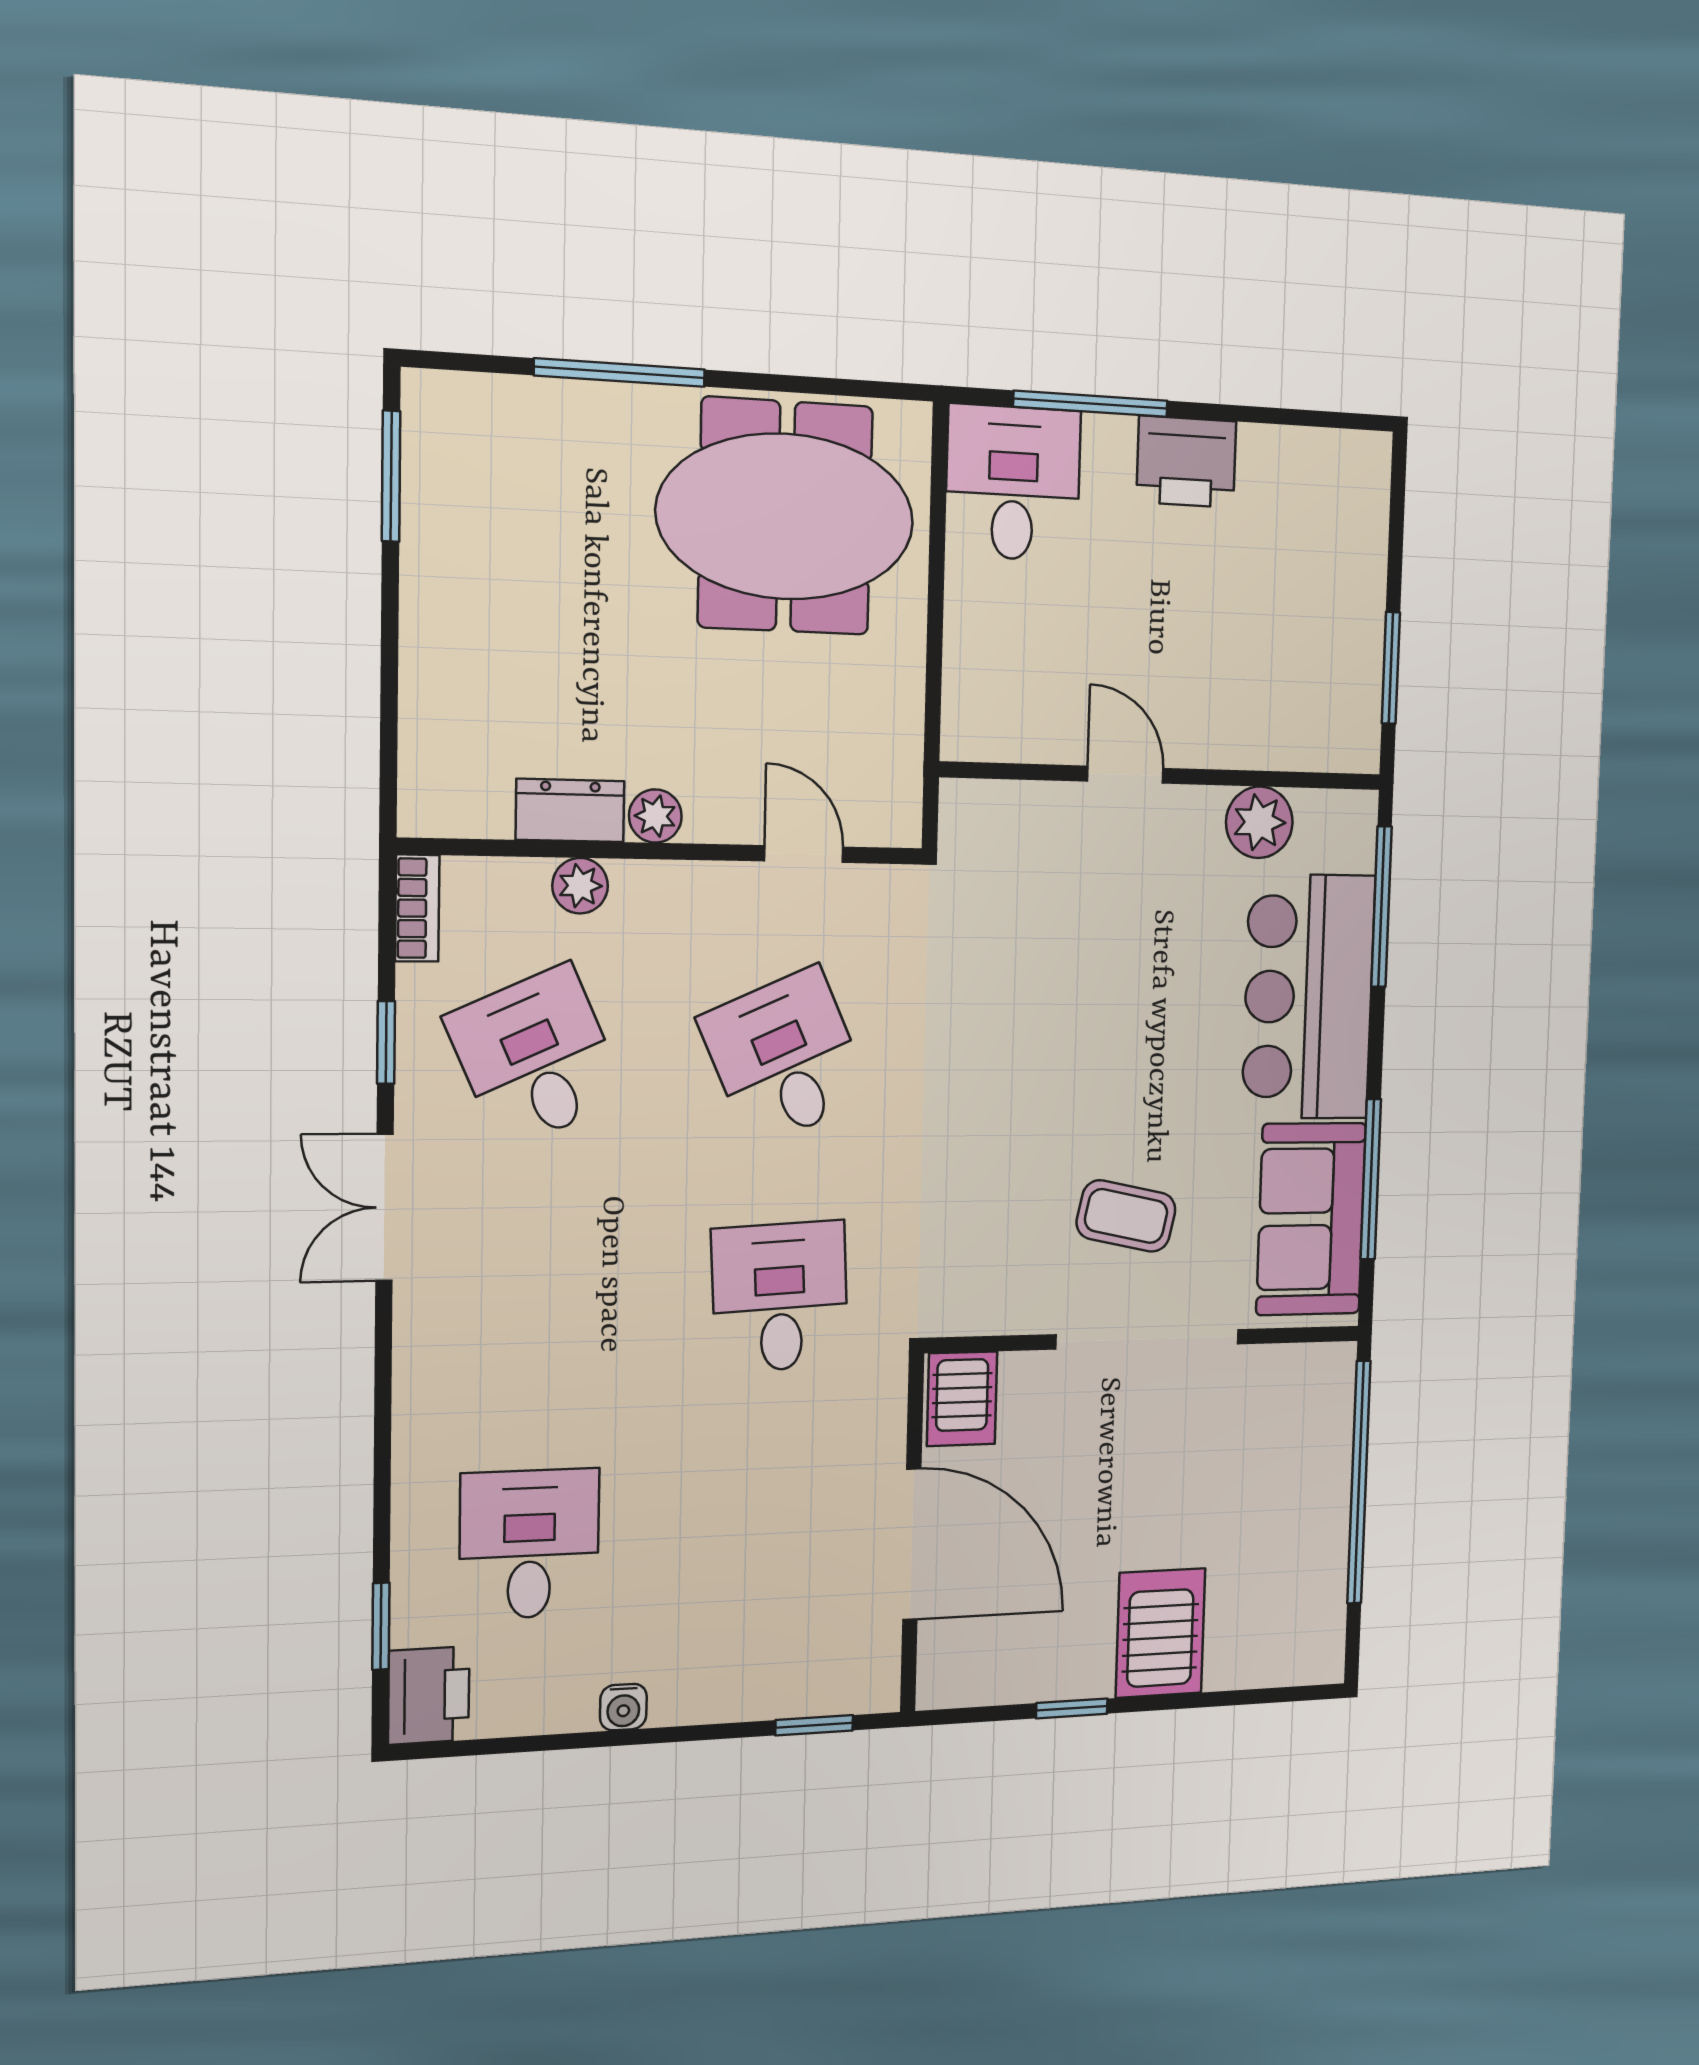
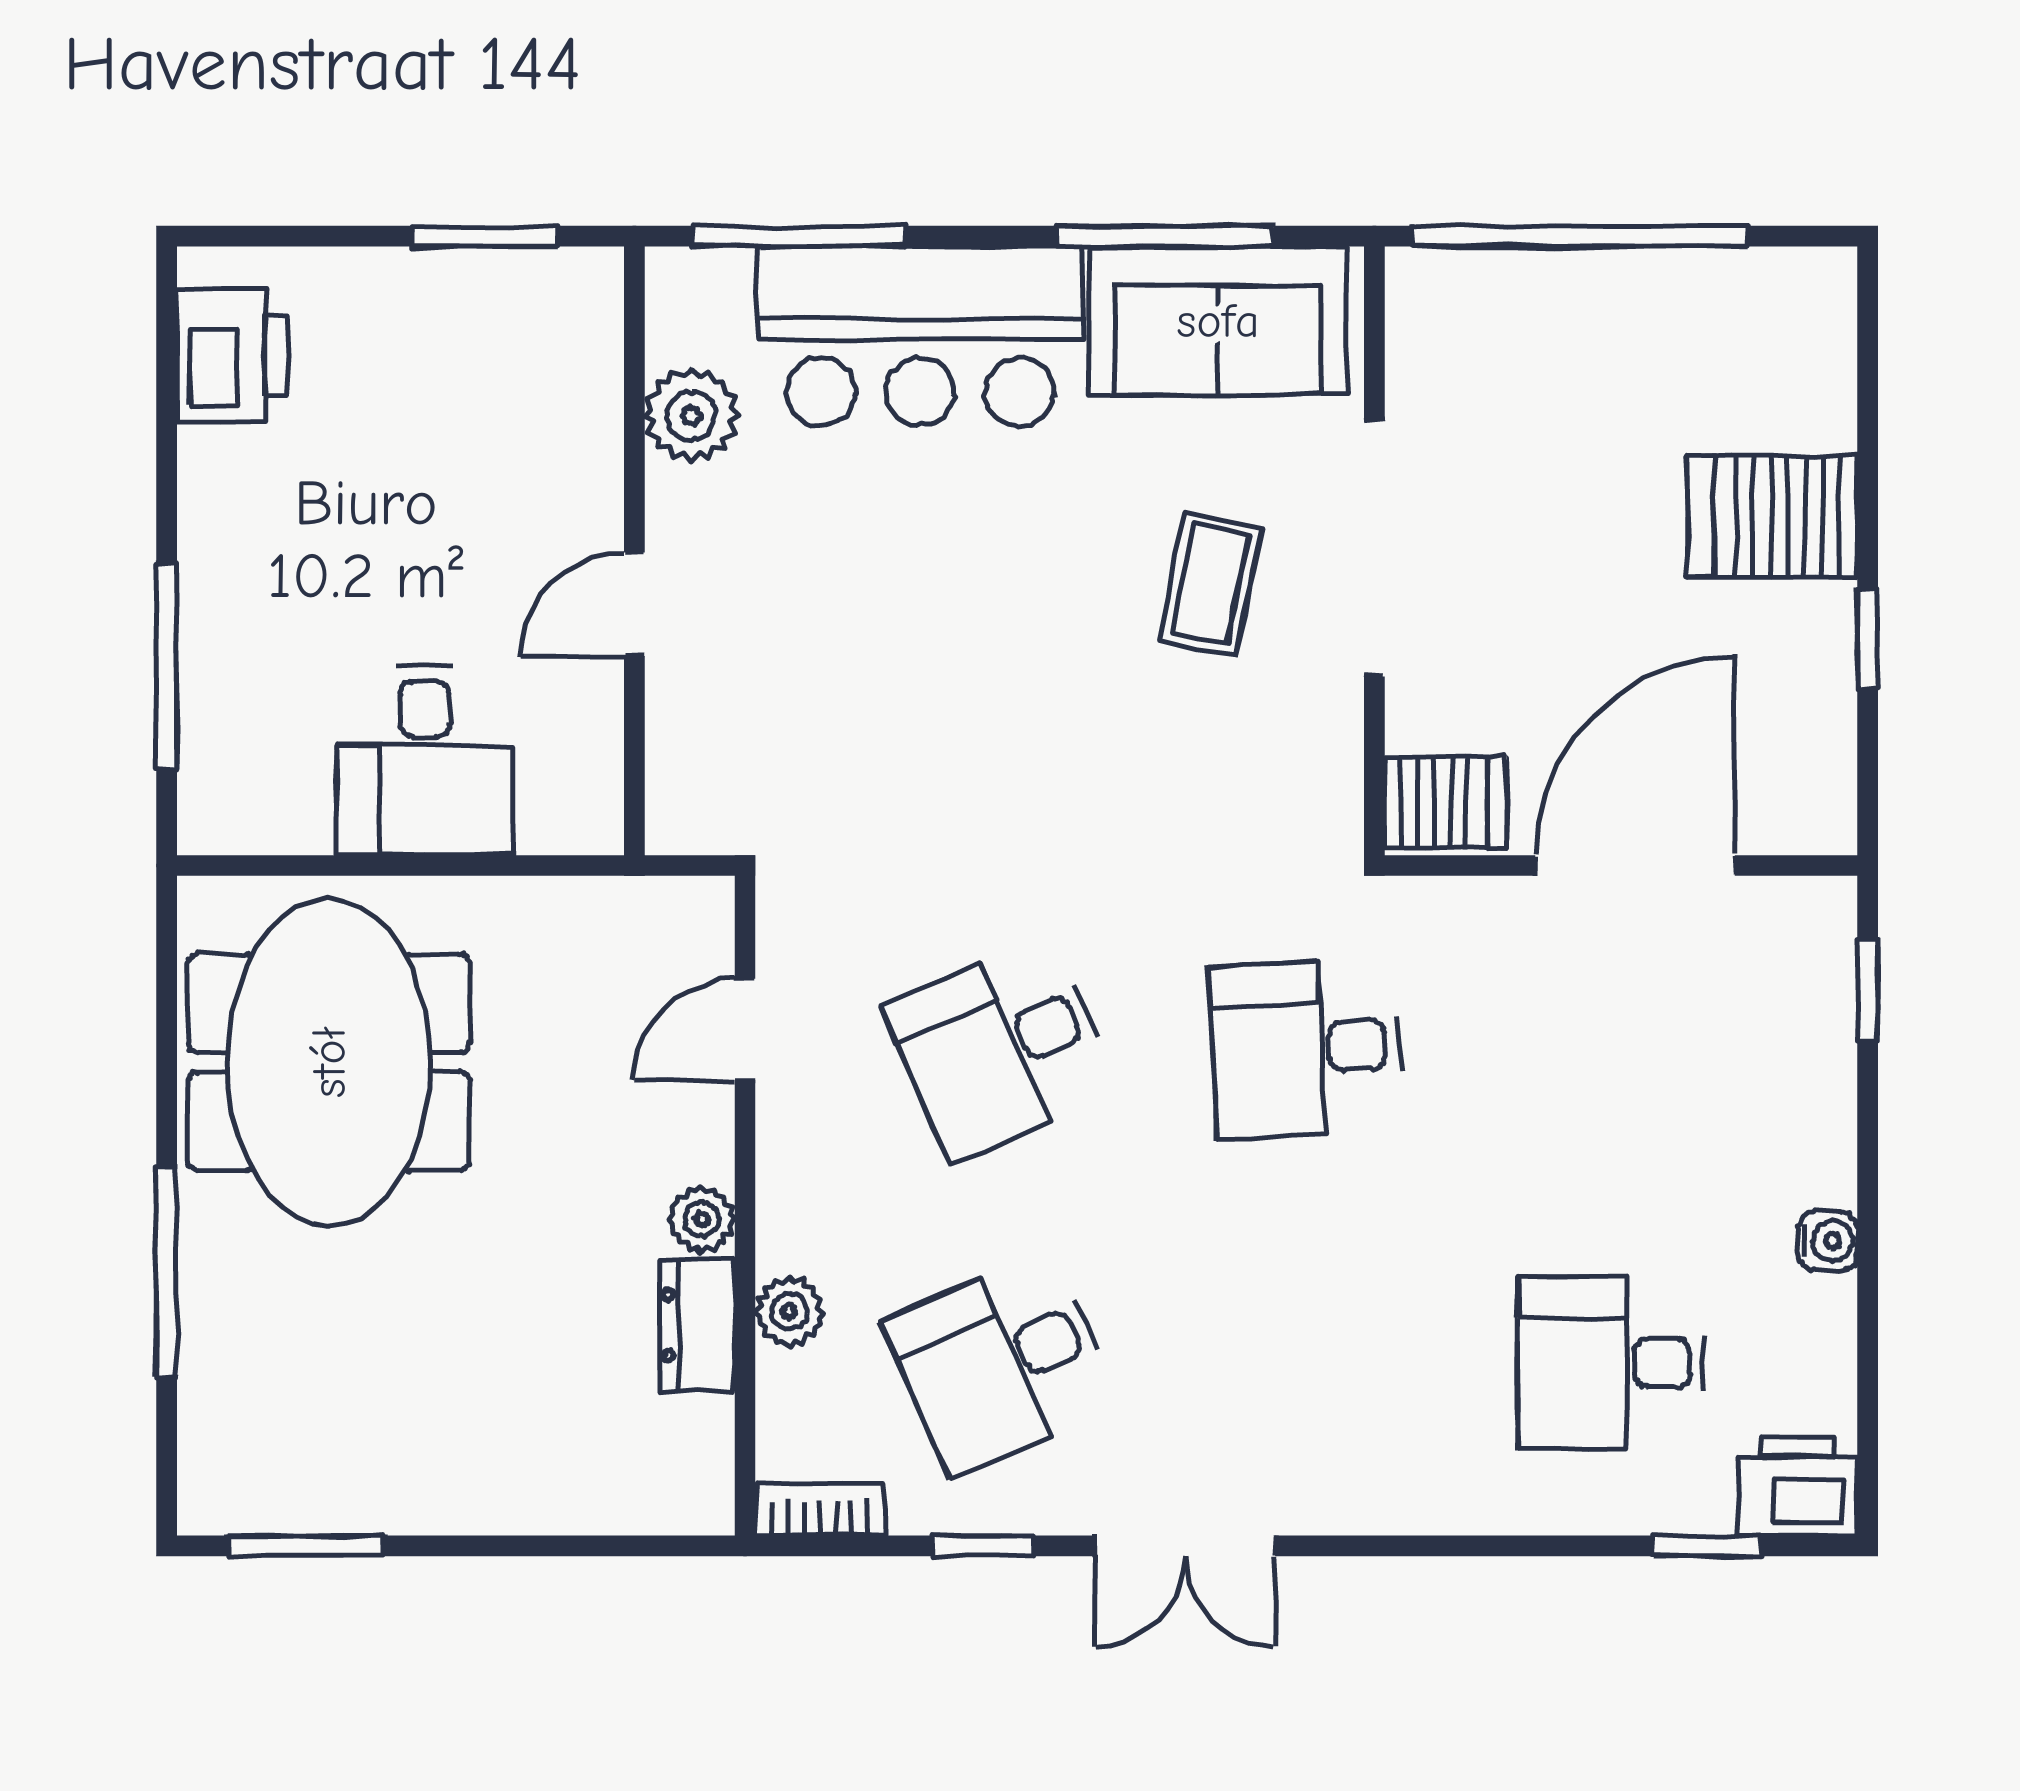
printer: (1186, 462) -> (232, 356), moved
desk: (1013, 483) -> (425, 761), moved, turned -90

